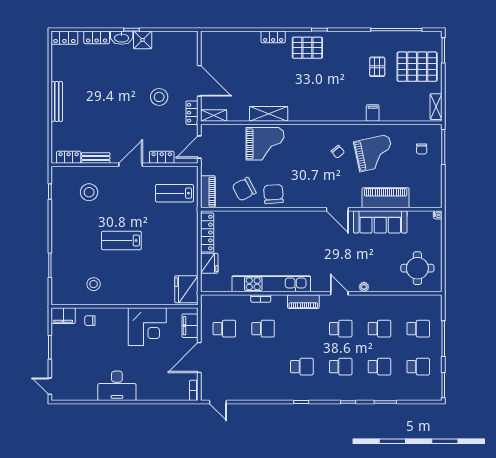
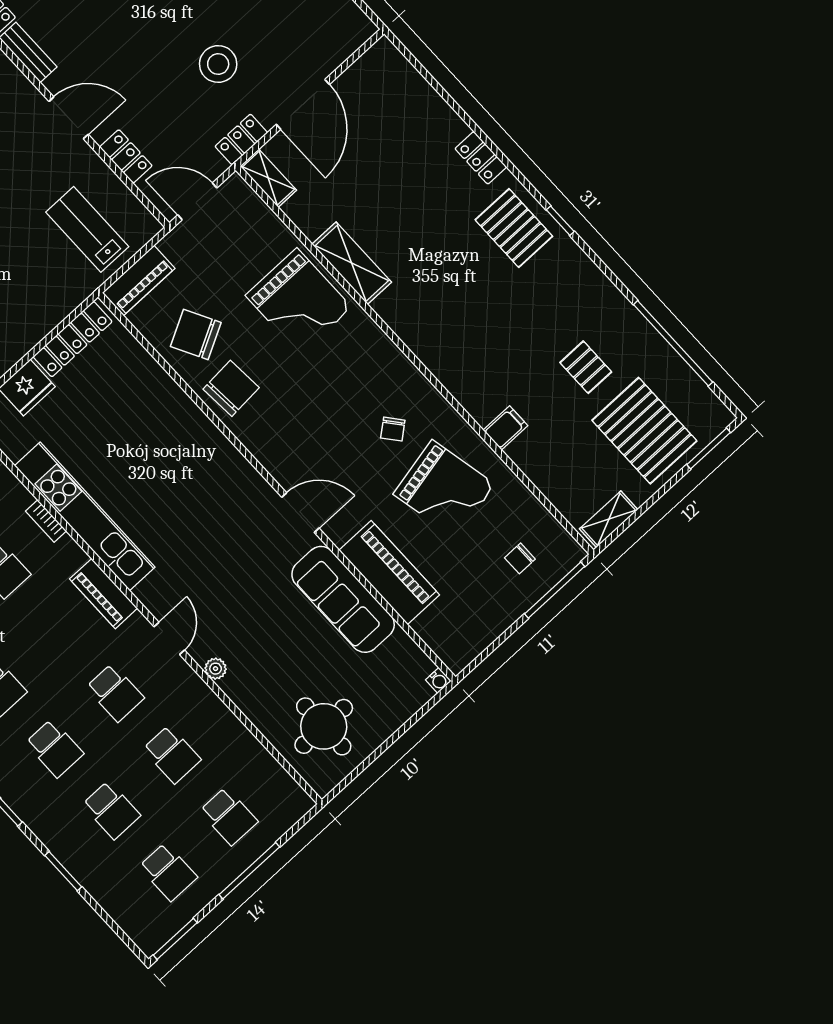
pallet: (377, 67) -> (586, 367), turned 90
door: (337, 209) -> (300, 513), swing flipped

